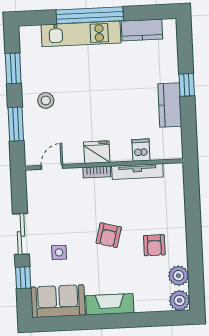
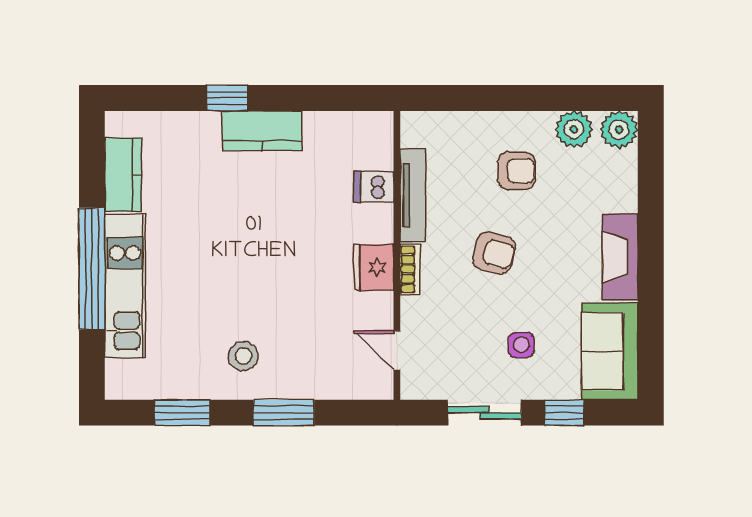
dishwasher: (141, 150) -> (374, 187), moved
fridge: (97, 152) -> (374, 267), moved
wall: (104, 164) -> (397, 255), moved
door: (52, 167) -> (397, 351), moved
bookcase: (97, 172) -> (410, 269), moved
tv unit: (137, 172) -> (413, 195), moved

